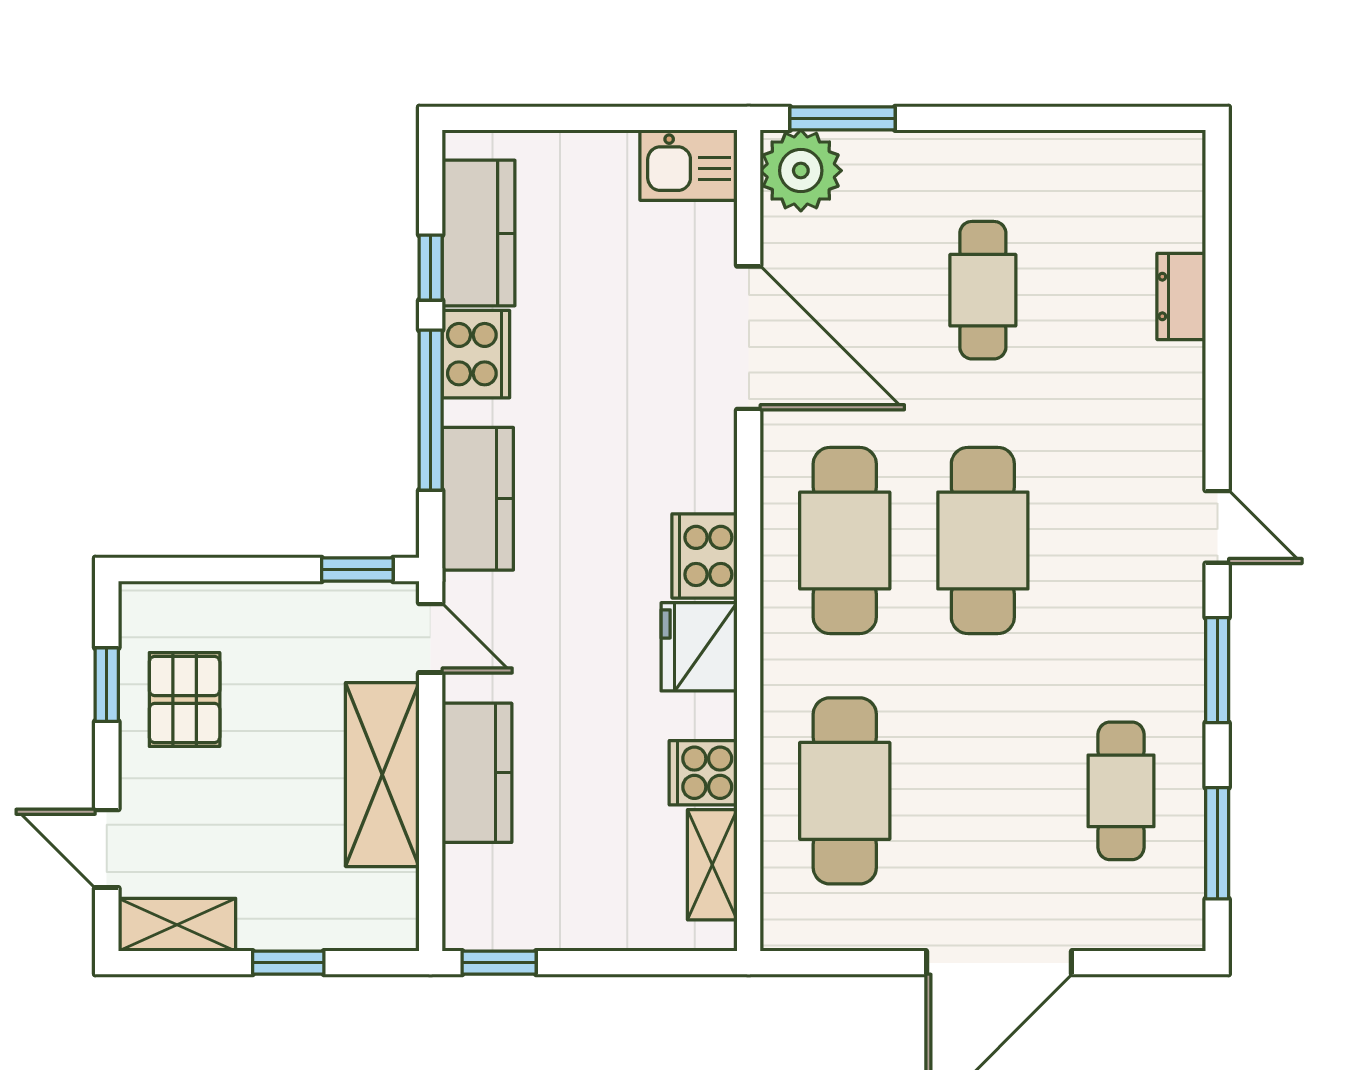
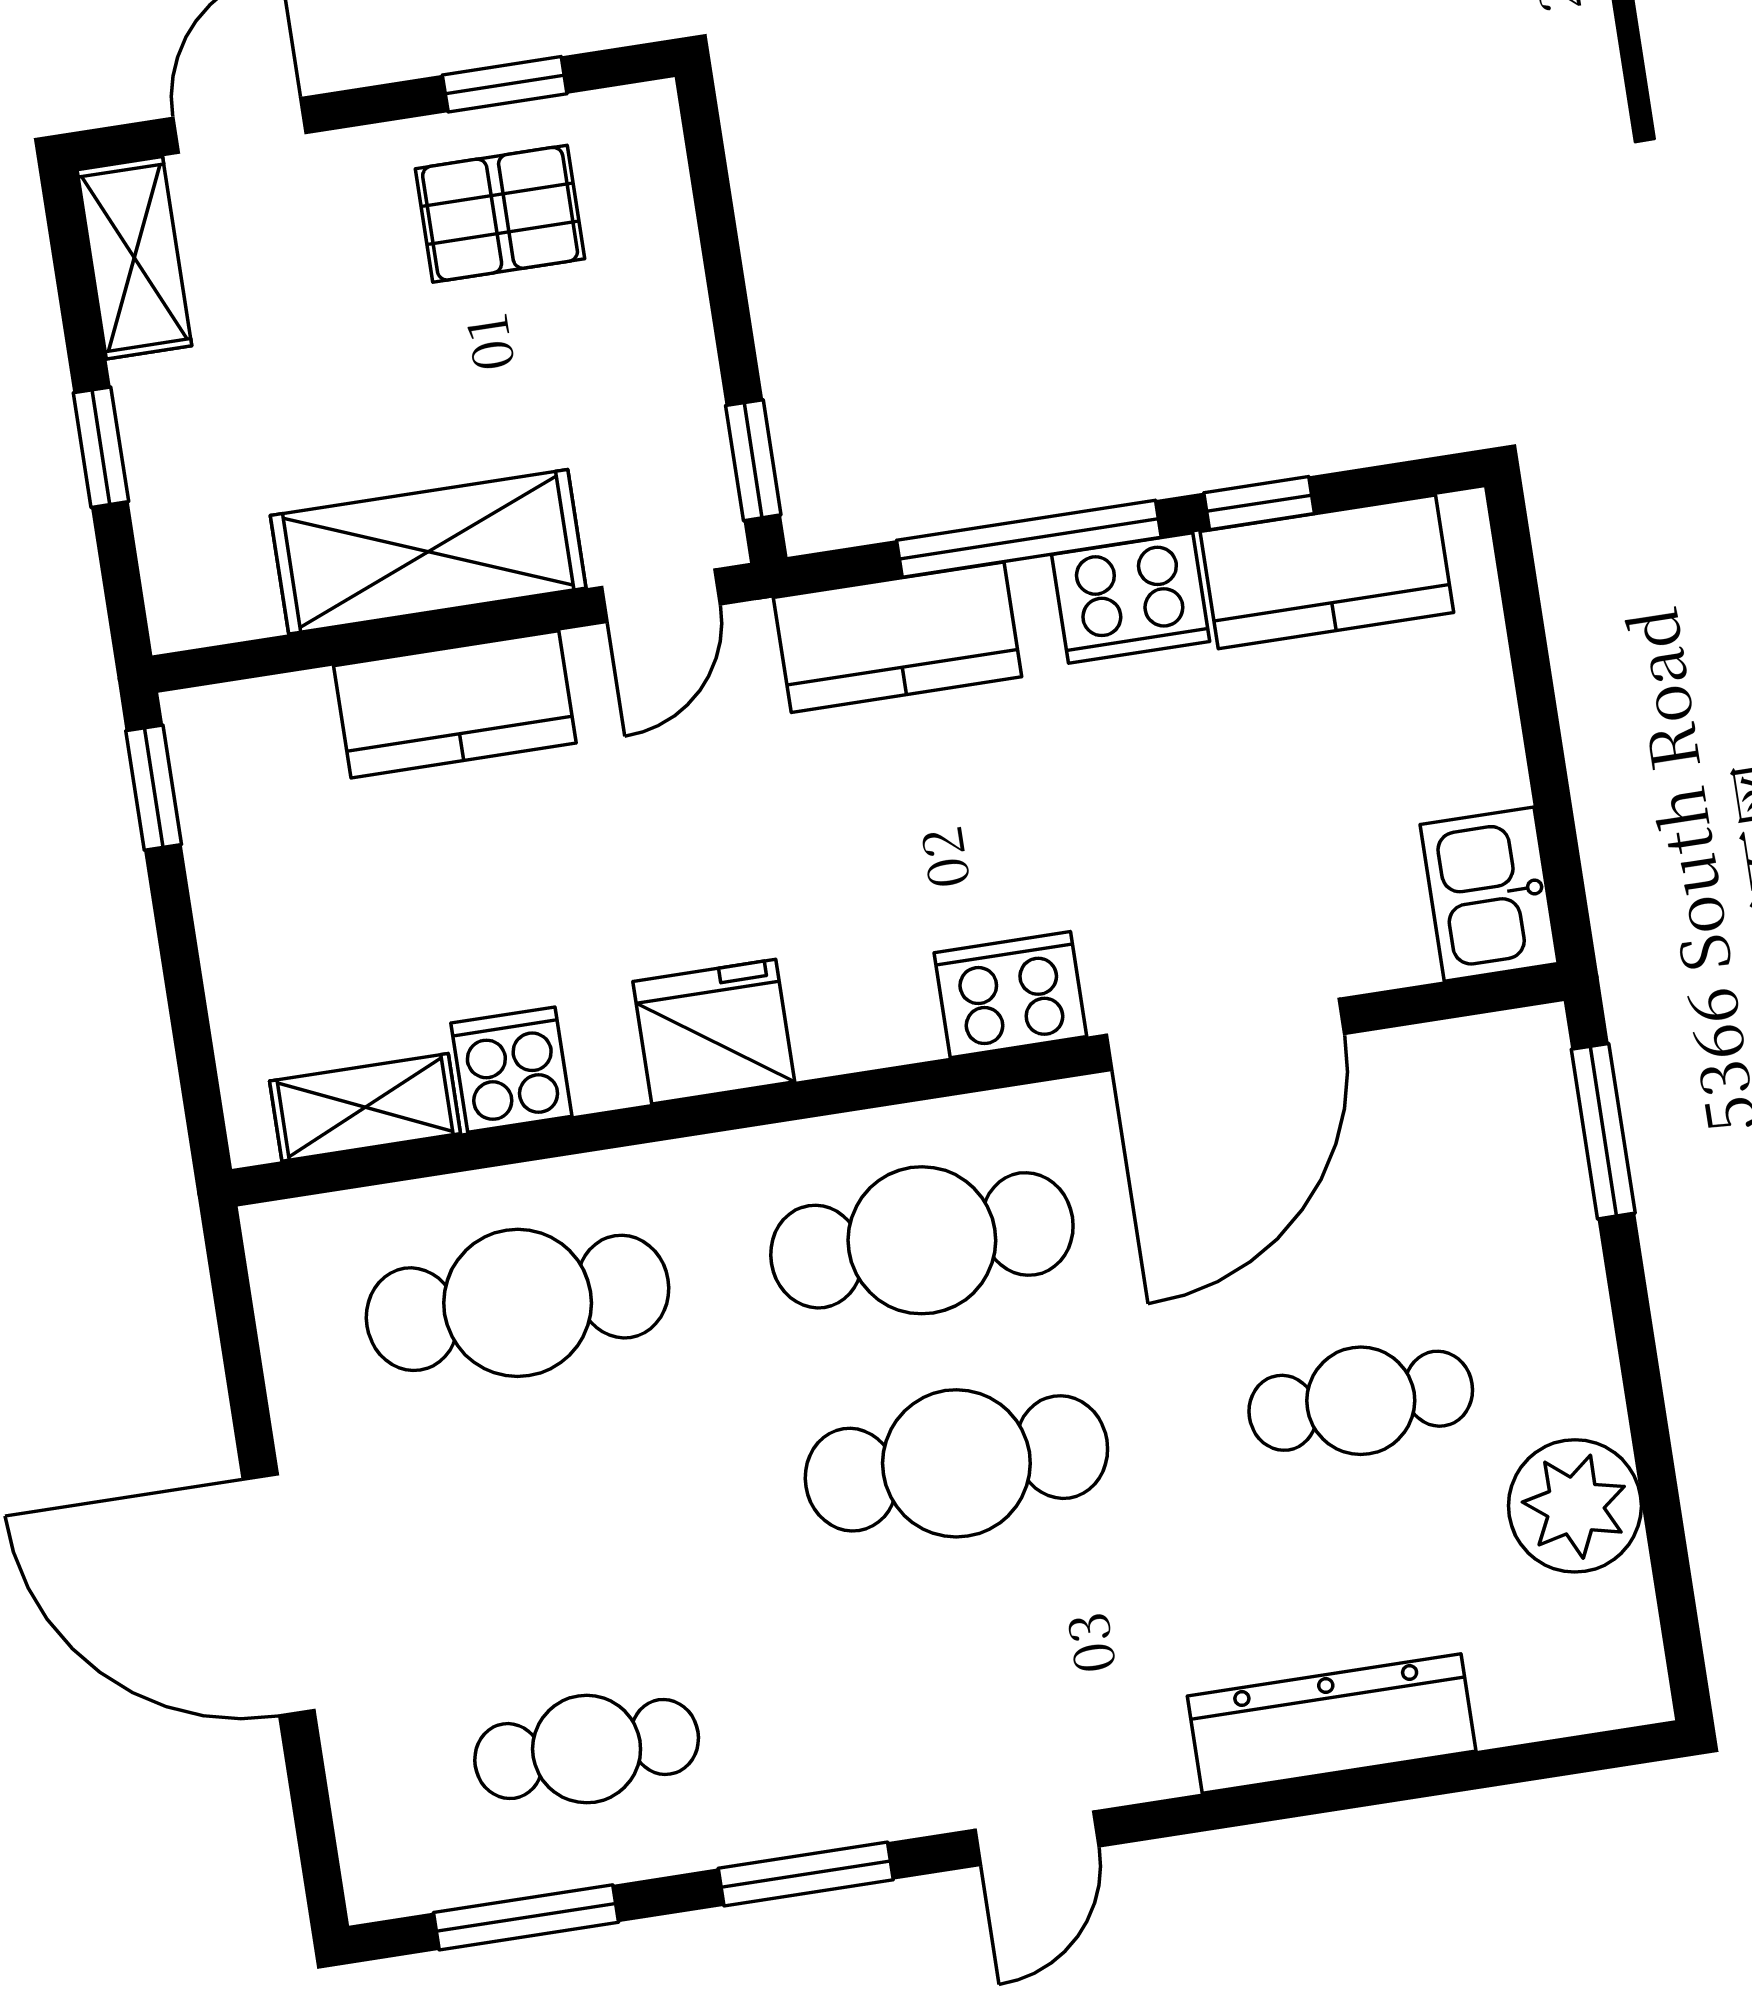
plant: (801, 171) -> (1575, 1506), moved
dresser: (1181, 296) -> (1332, 1724), width x1.96, depth x1.24
cooker: (704, 556) -> (1010, 995), moved

